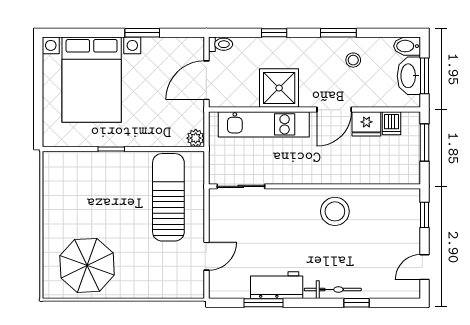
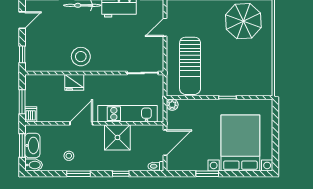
dishwasher: (391, 123) -> (31, 114), moved
fridge: (366, 124) -> (74, 82), moved, turned 180

